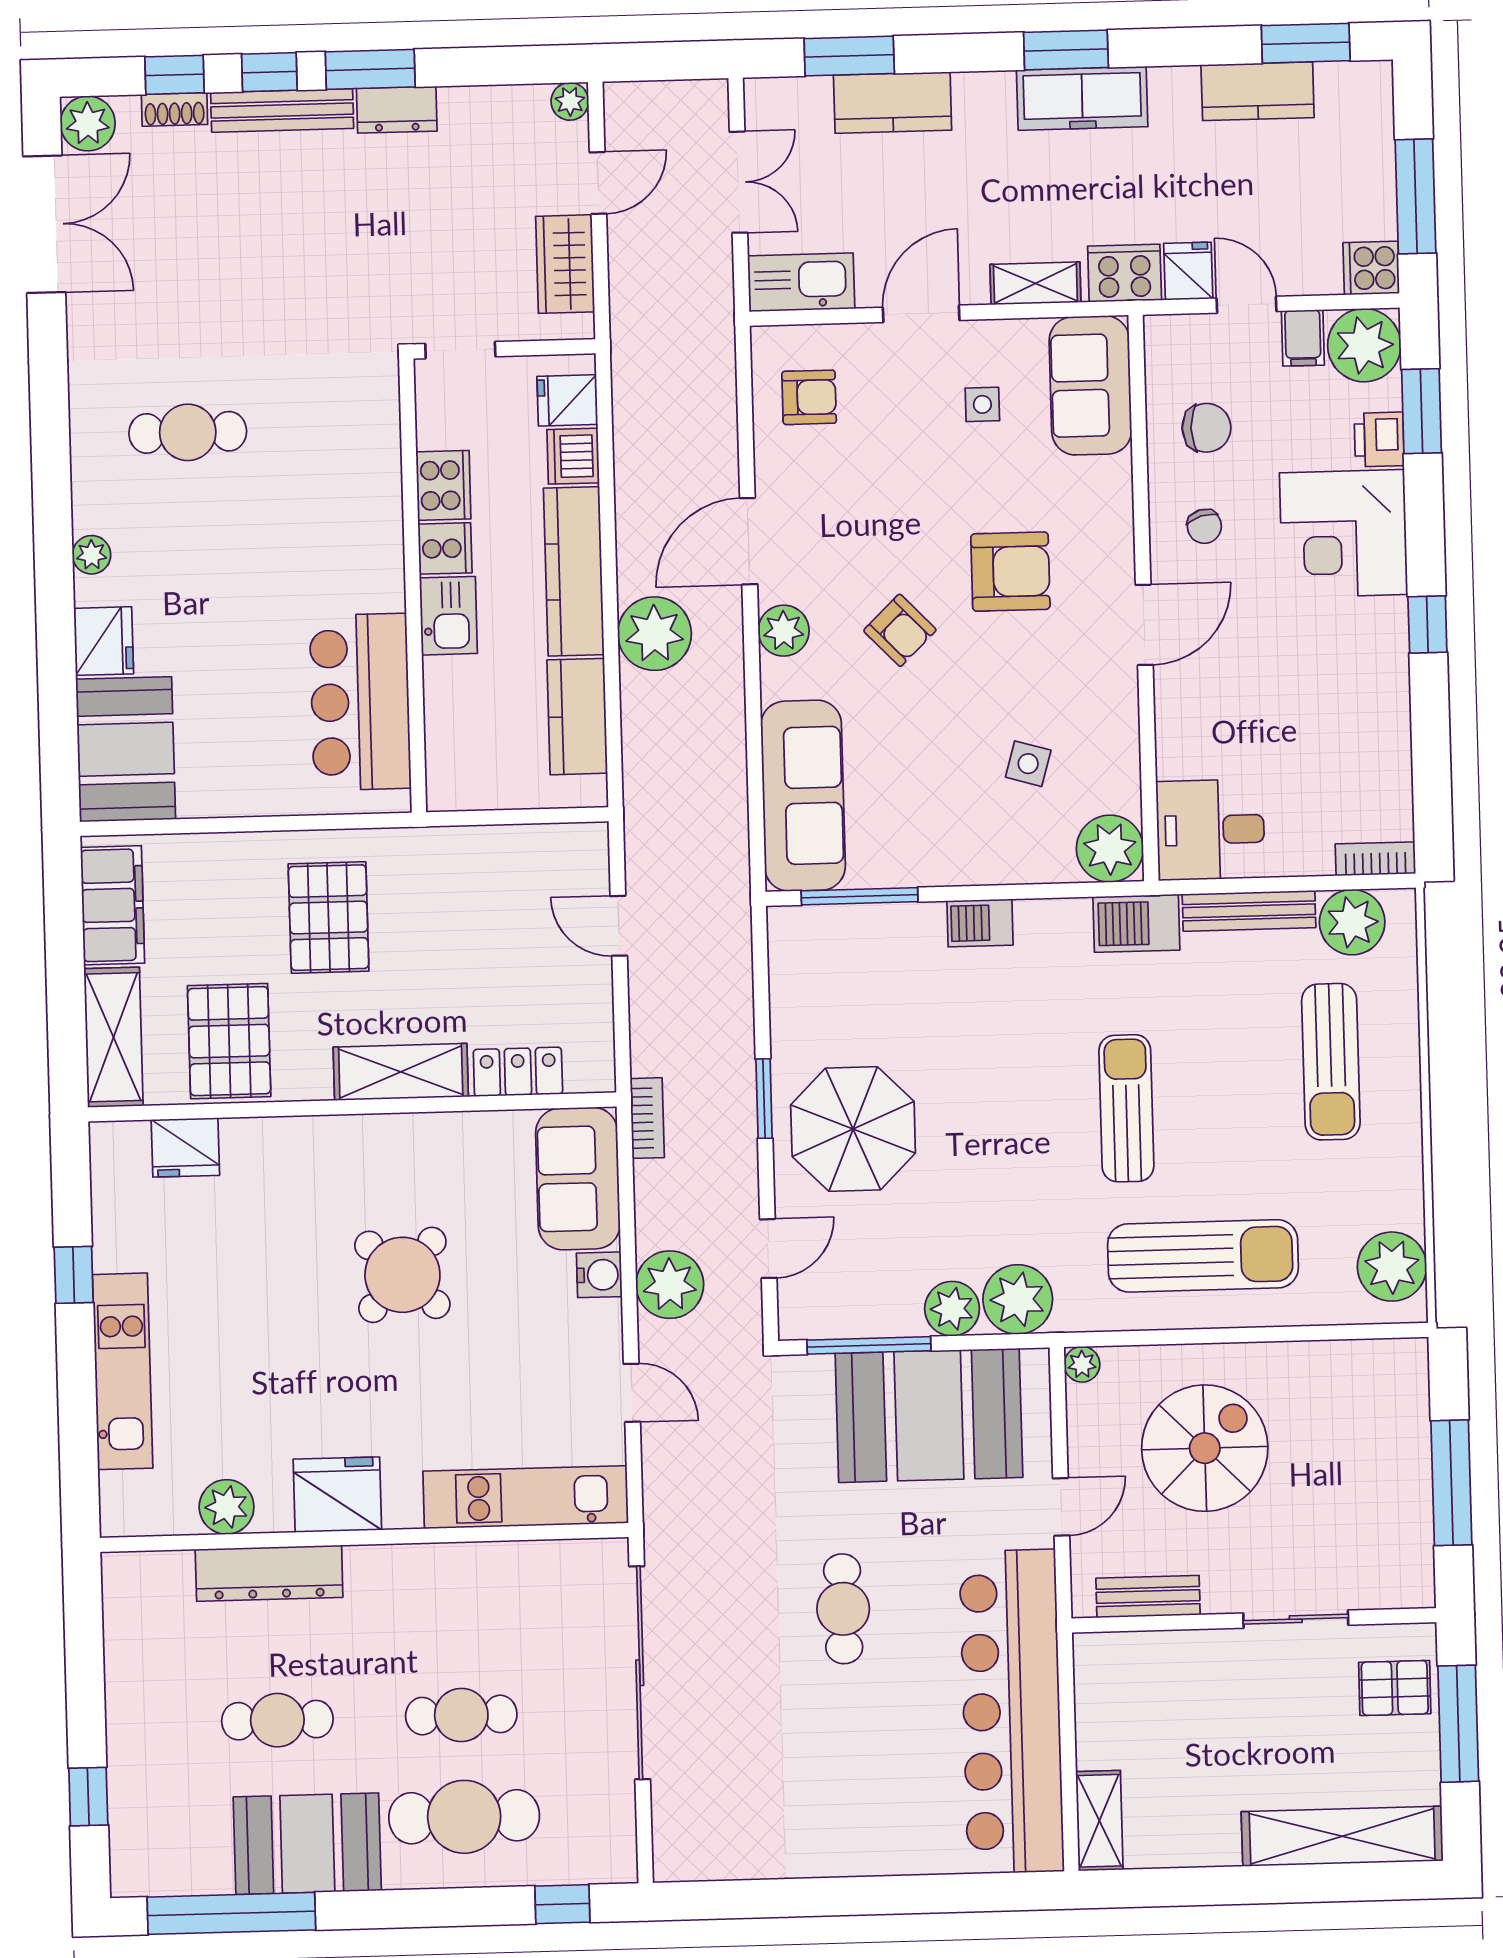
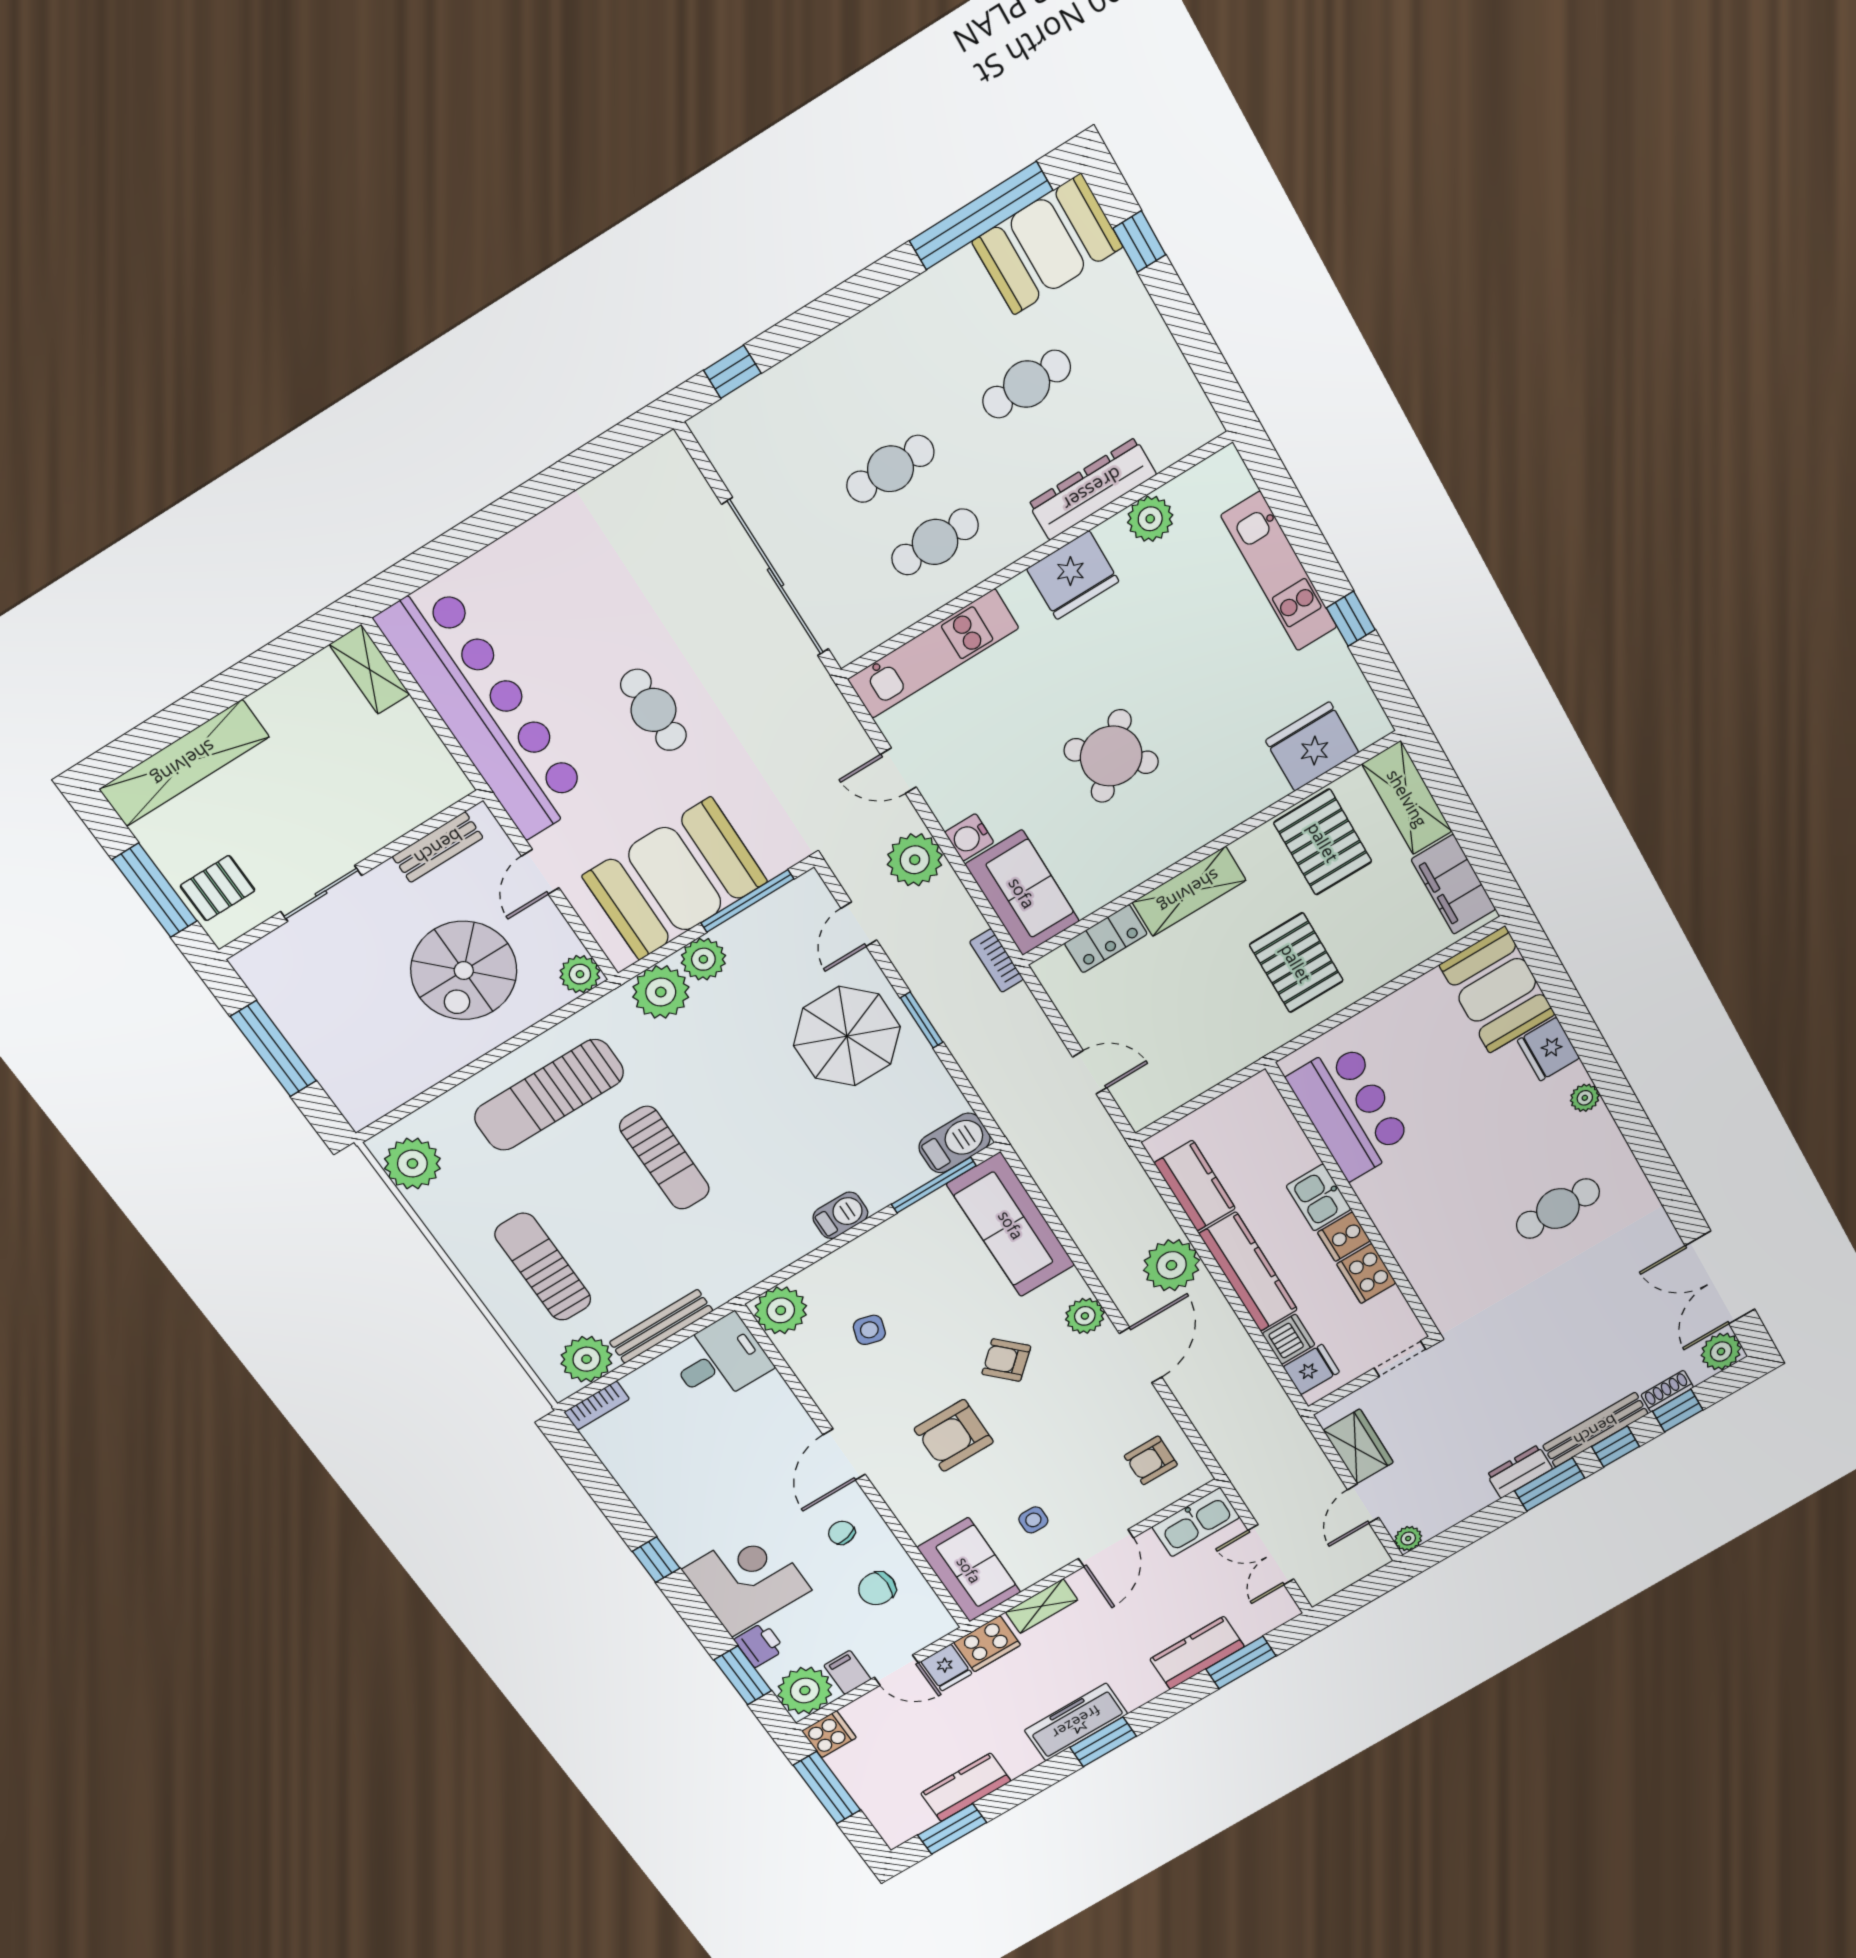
barbecue: (1136, 923) -> (955, 1143), moved
fridge: (185, 1147) -> (1312, 746), width x1.36, depth x1.34
plant: (1082, 1364) -> (580, 974), width x1.38, depth x1.38
cafe table: (464, 1817) -> (935, 542), moved, width x0.73, depth x0.74
booth: (307, 1844) -> (1047, 244), moved

